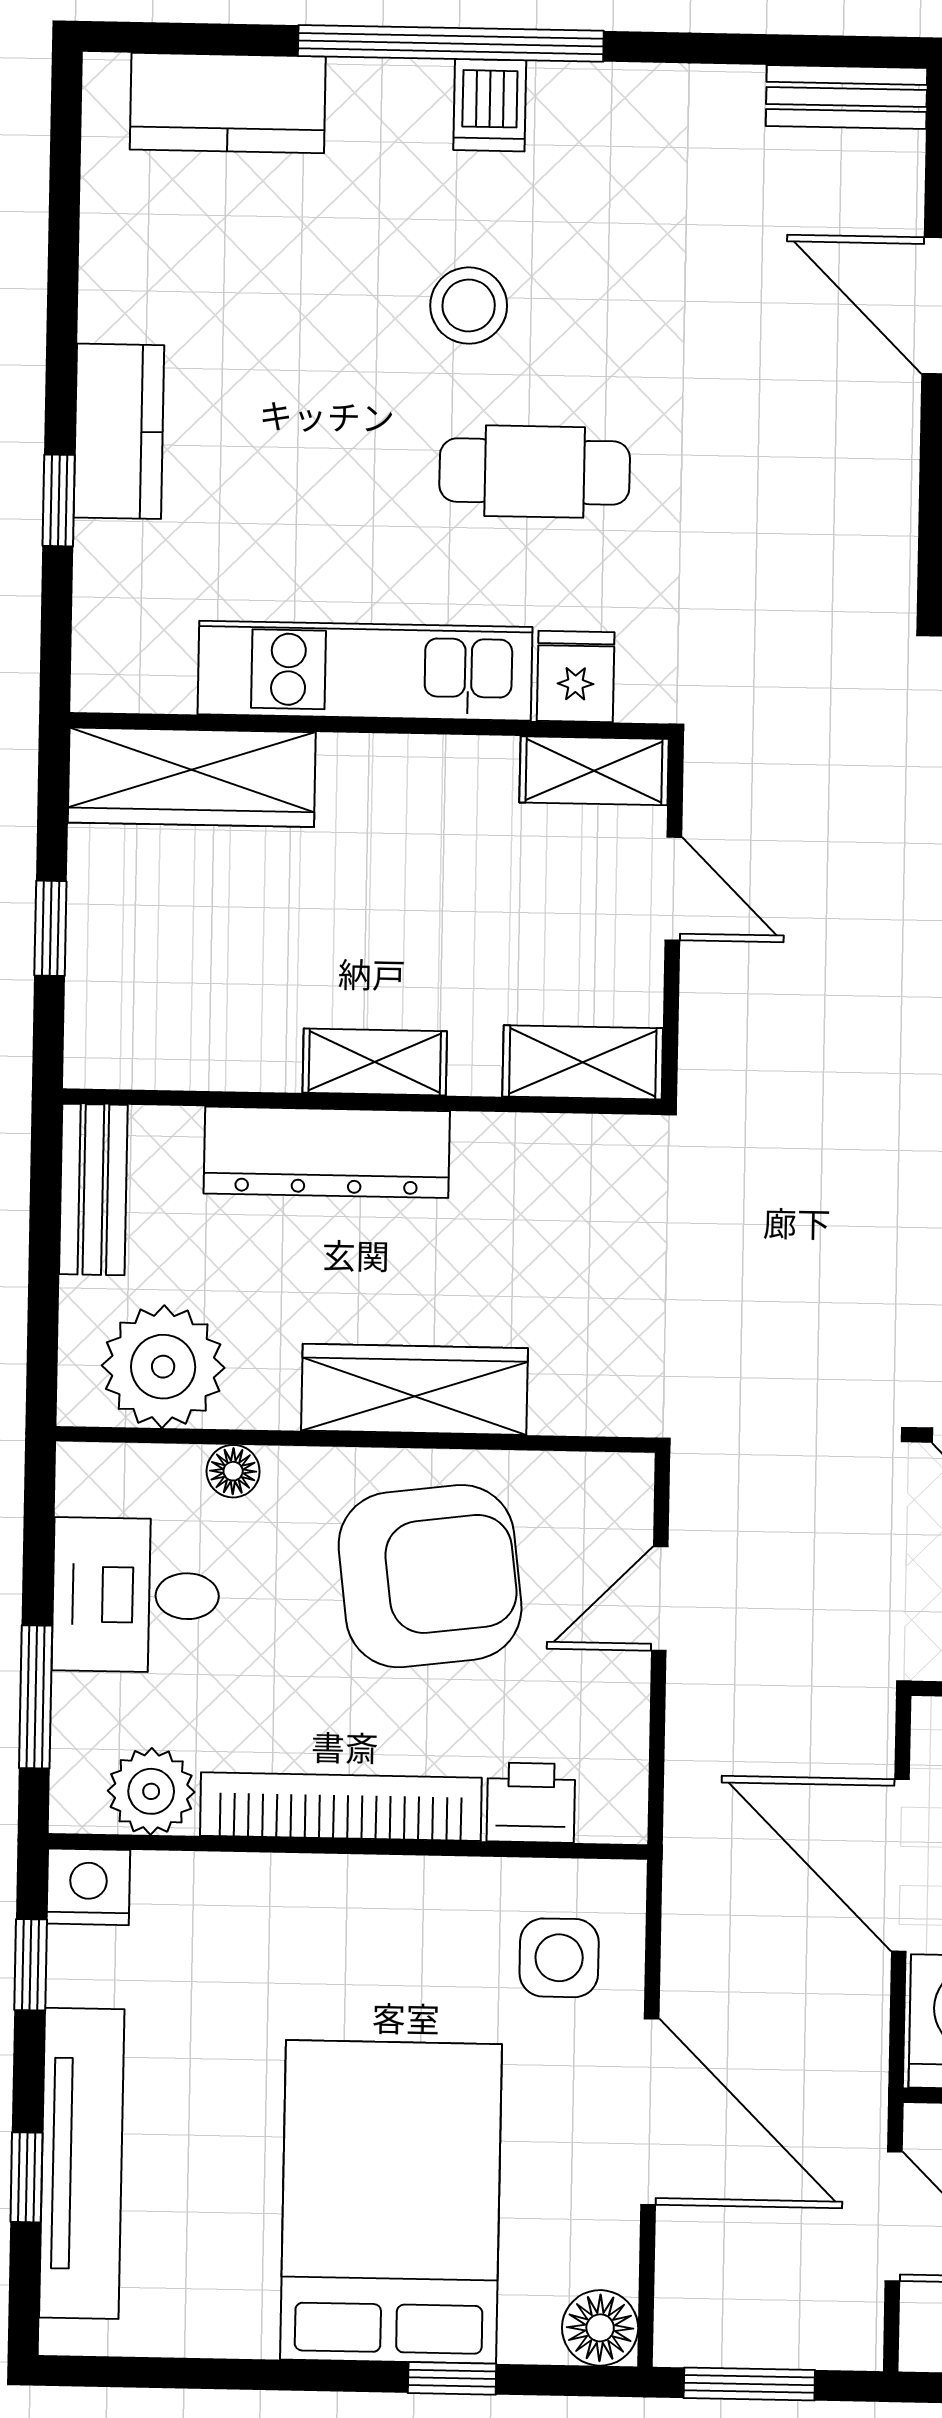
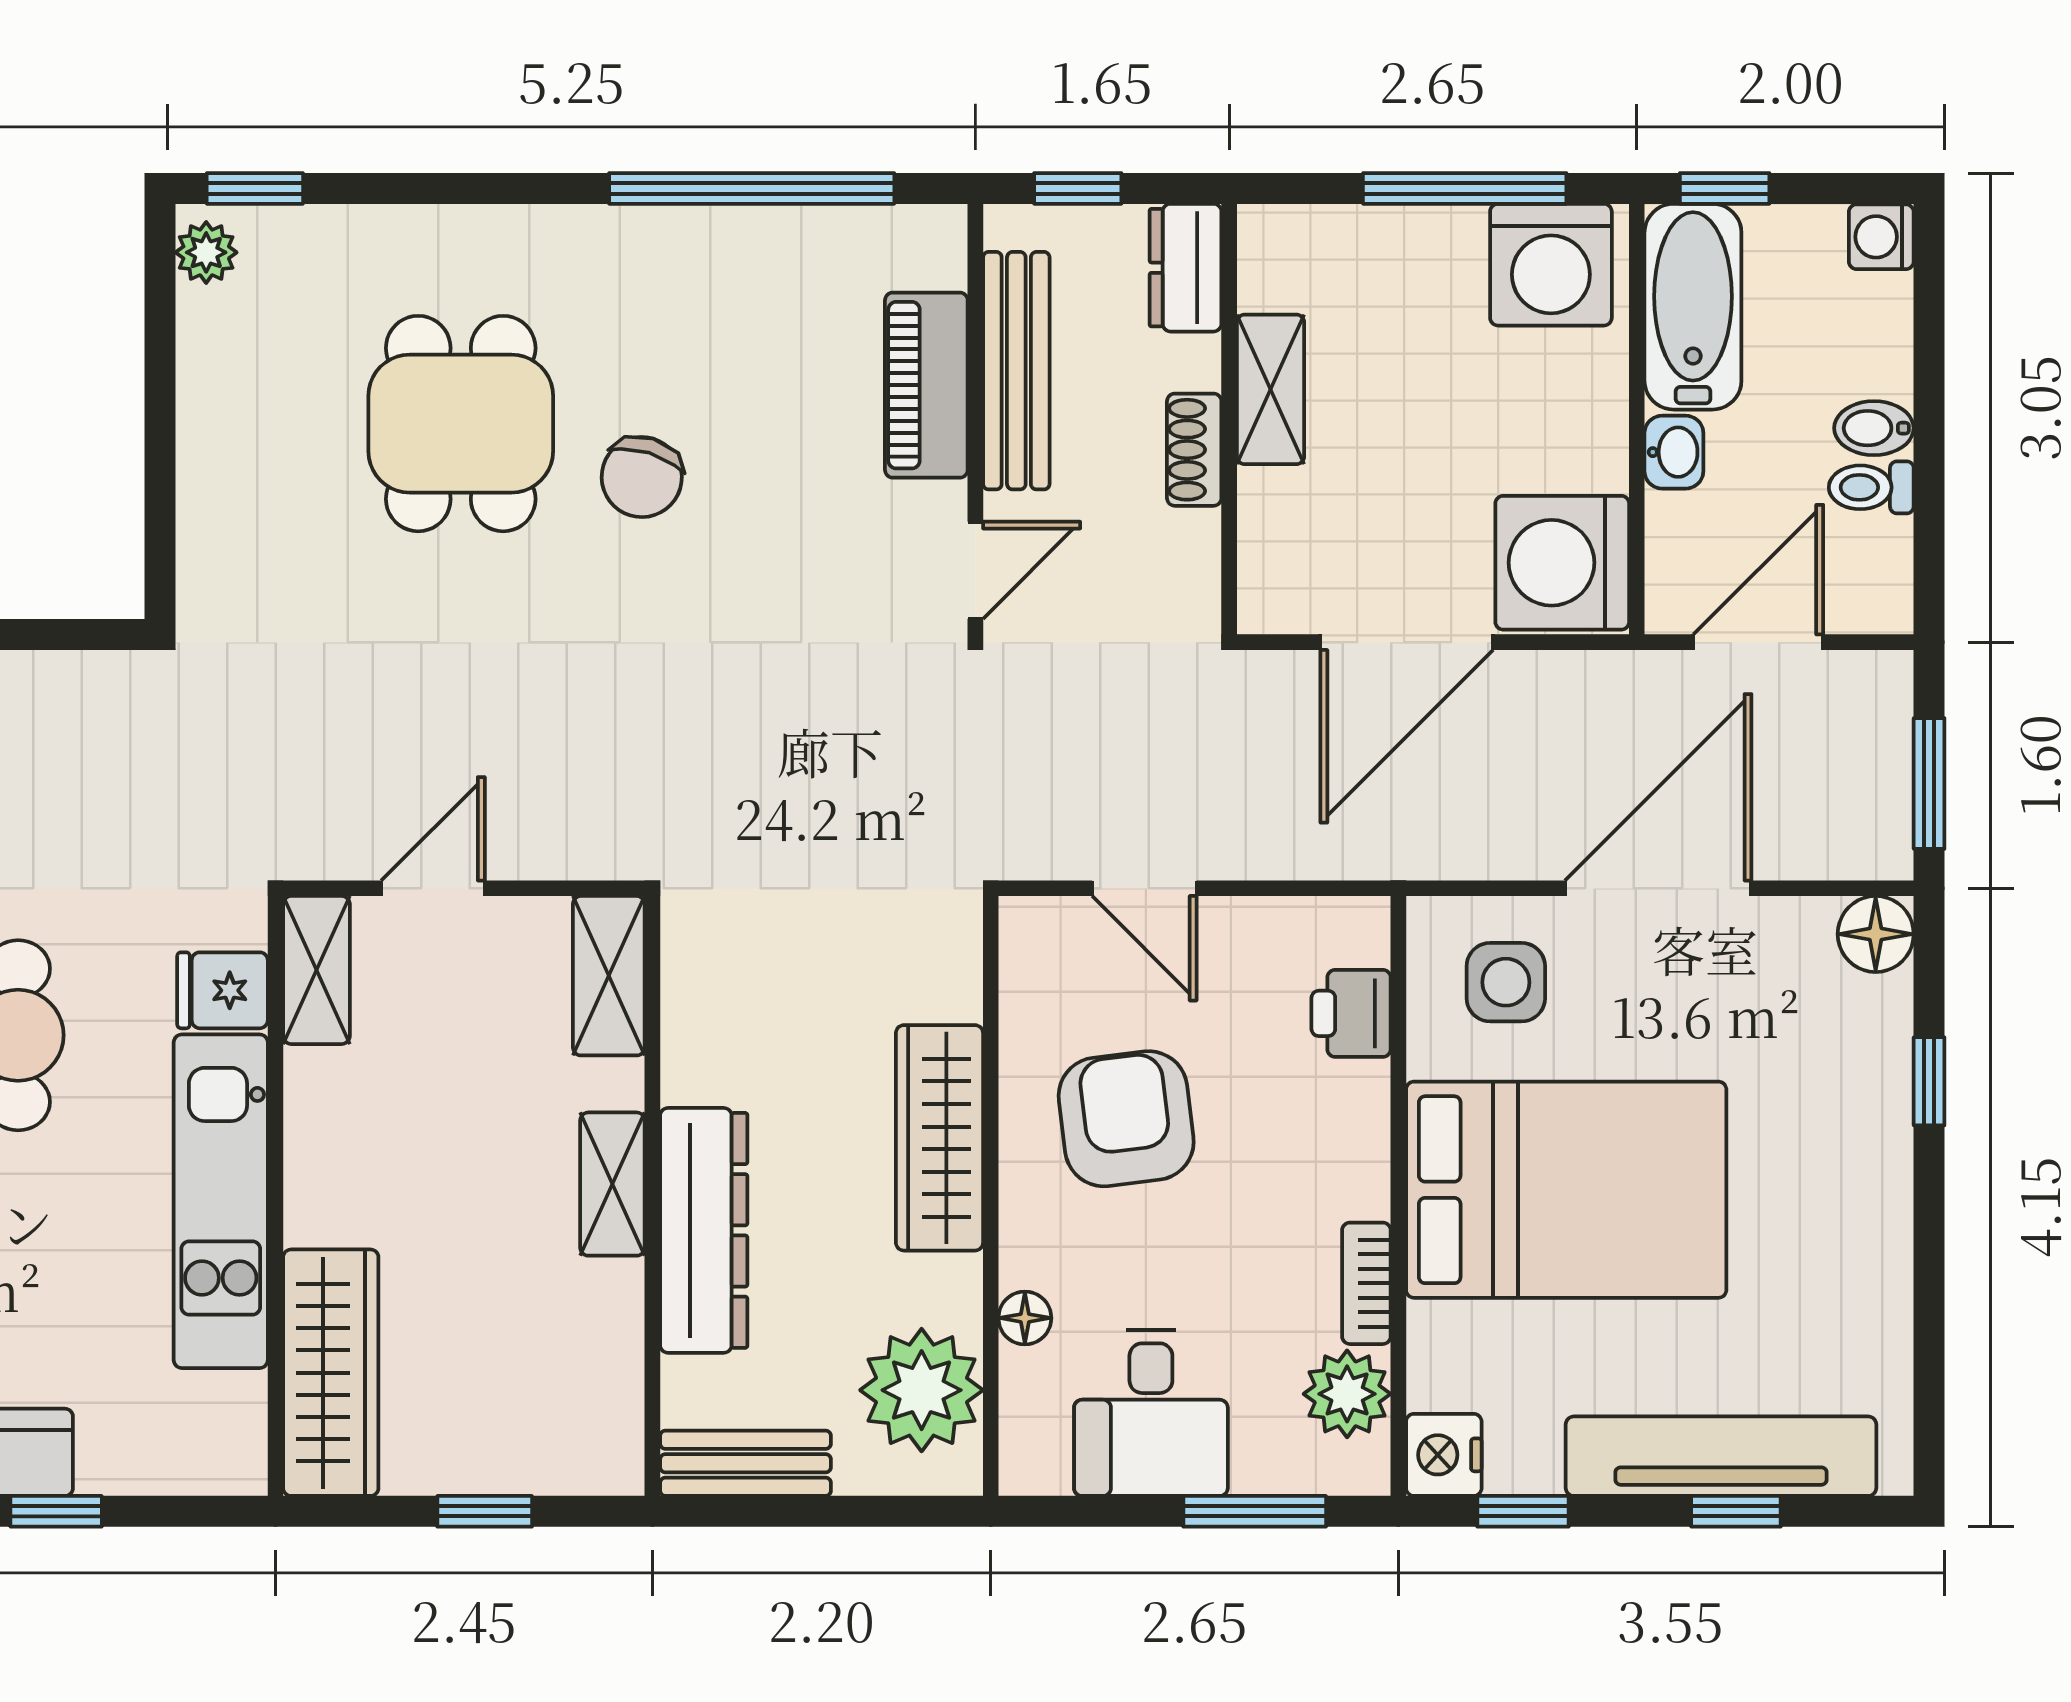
armchair: (430, 1576) -> (1126, 1119), width x0.73, depth x0.73
bookcase: (341, 1807) -> (1366, 1283), width x0.43, depth x0.76
bed: (391, 2202) -> (1566, 1190), moved, turned 180

